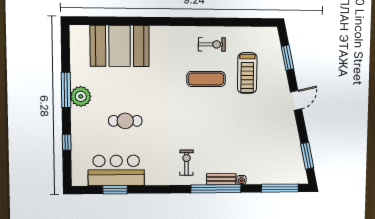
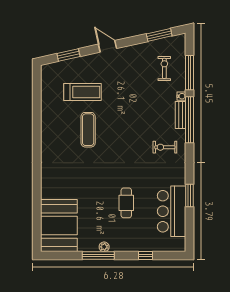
exercise bike: (212, 44) -> (164, 68), moved
booth: (120, 46) -> (59, 226), moved
plant: (81, 96) -> (104, 247), width x0.53, depth x0.53
window: (280, 188) -> (189, 73), moved
window: (115, 190) -> (189, 196), moved

